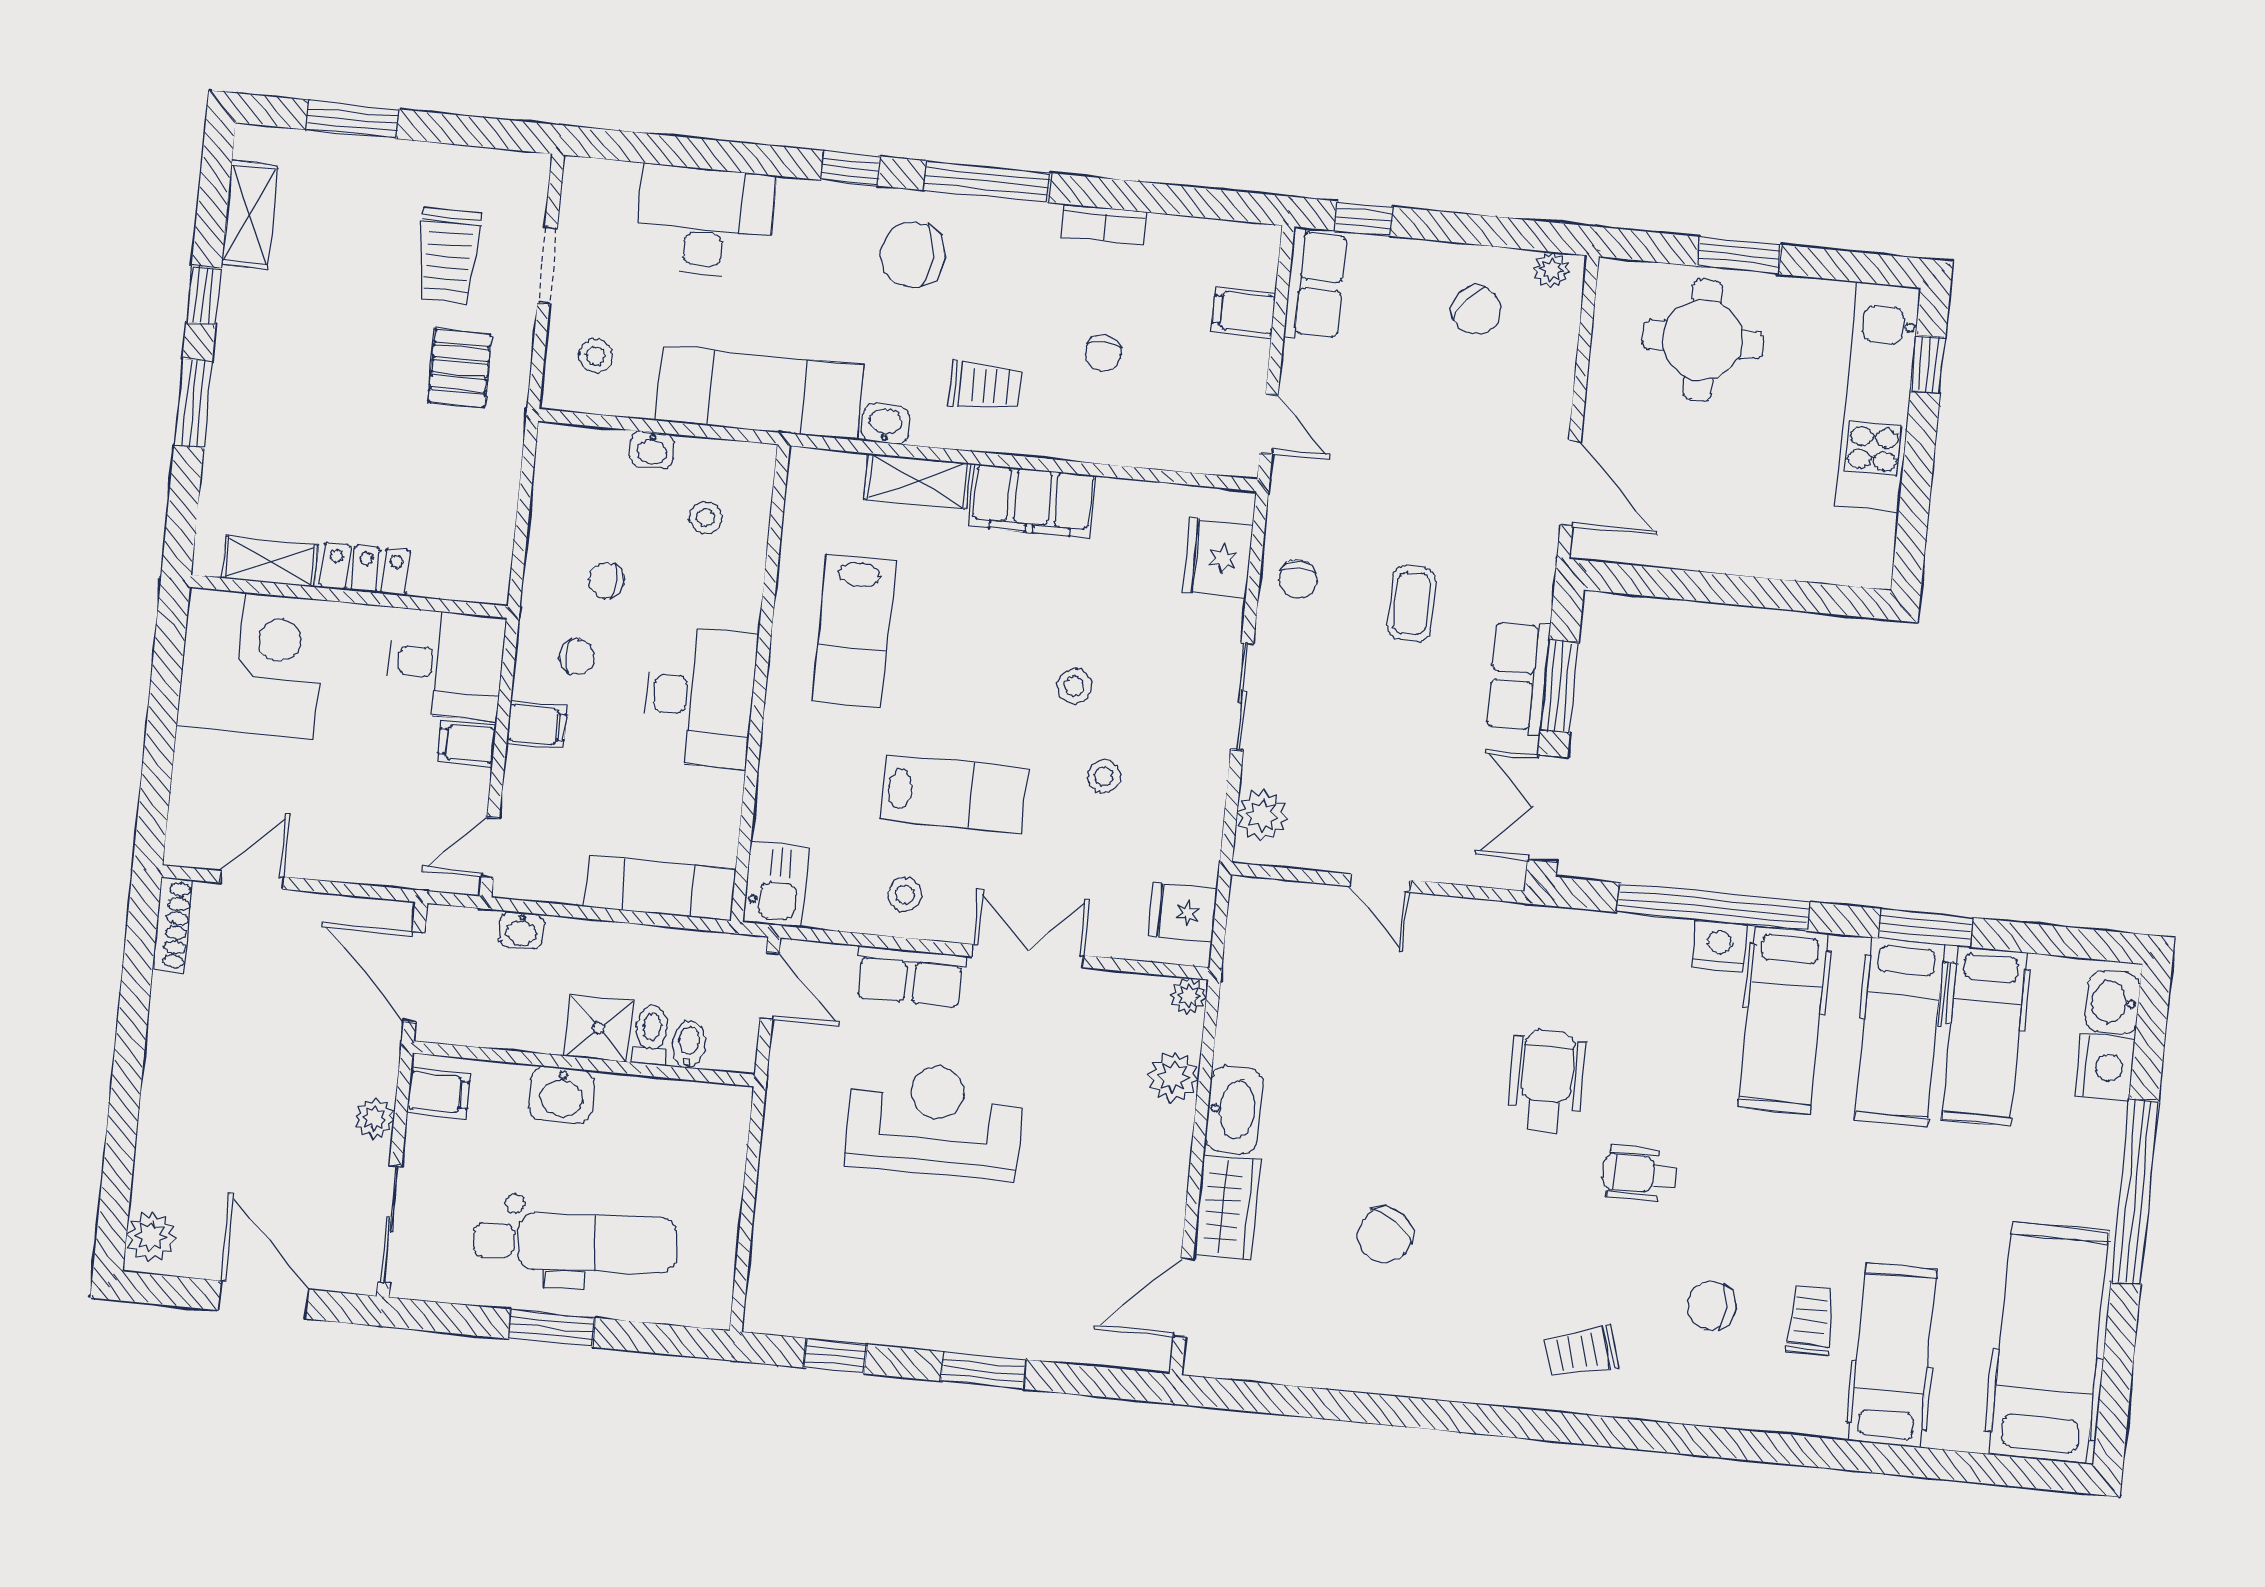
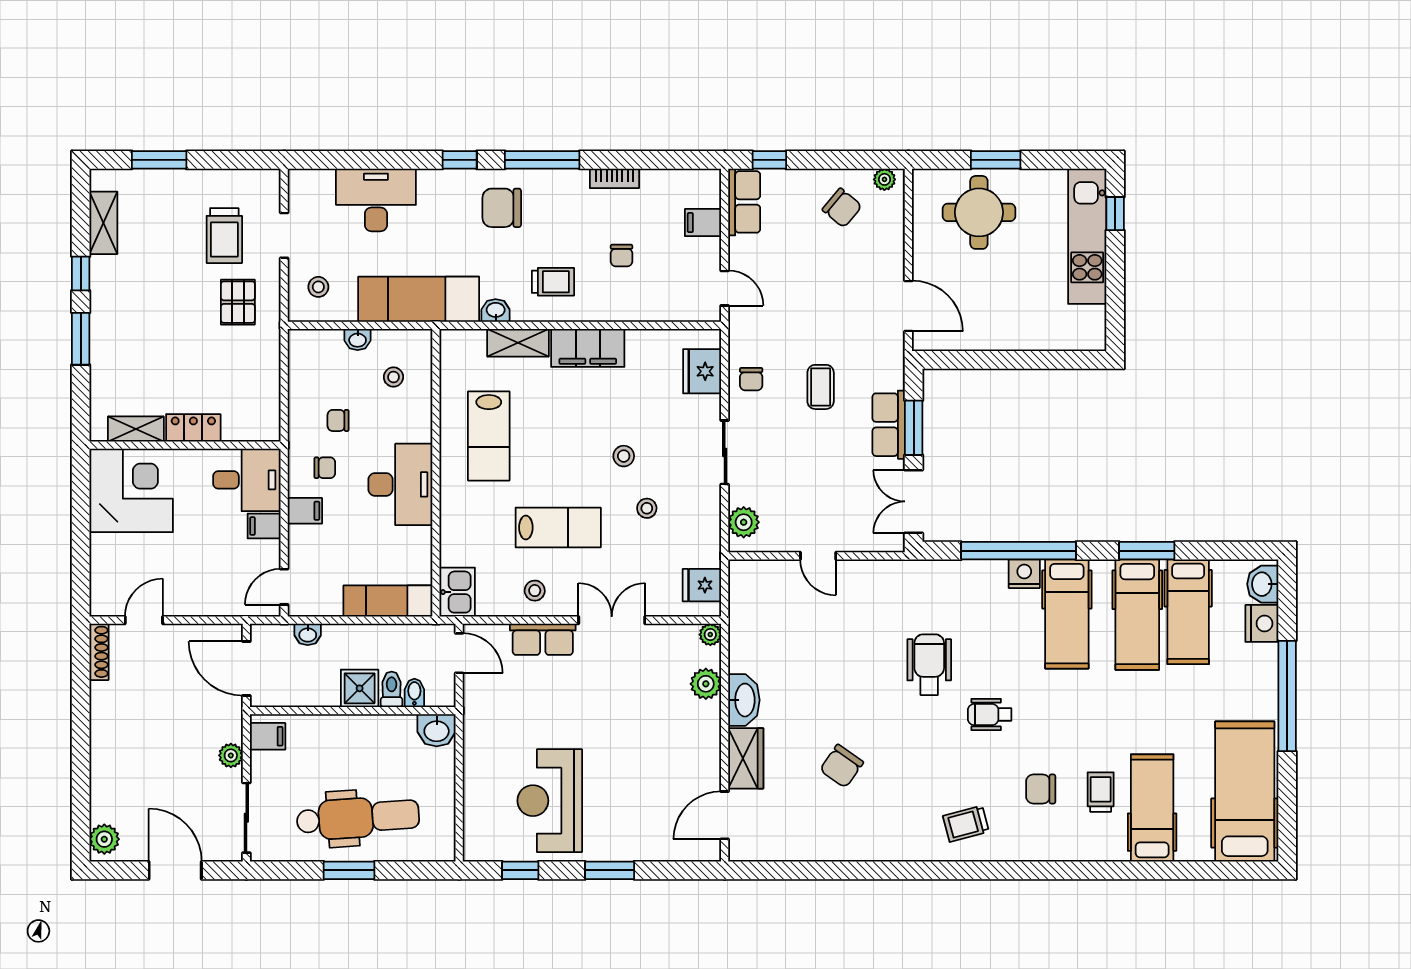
washbasin: (562, 1095) -> (437, 730), moved
reception desk: (935, 1120) -> (550, 801), moved, turned -90

